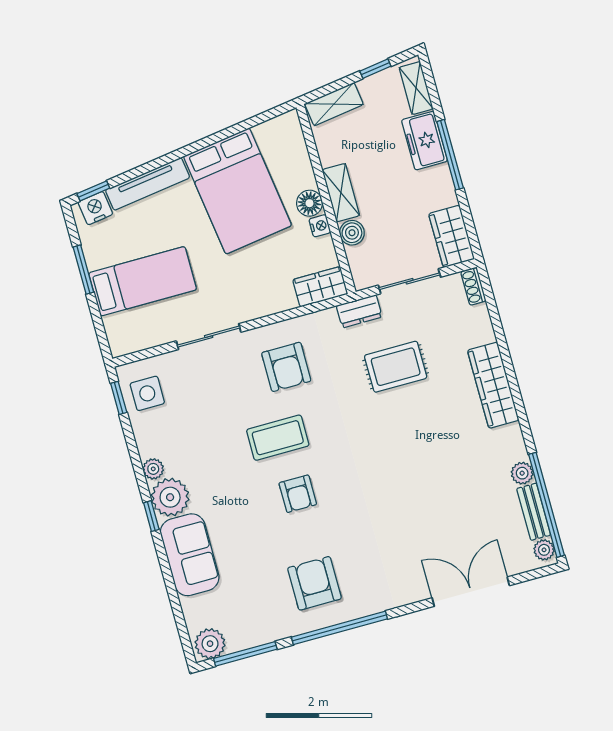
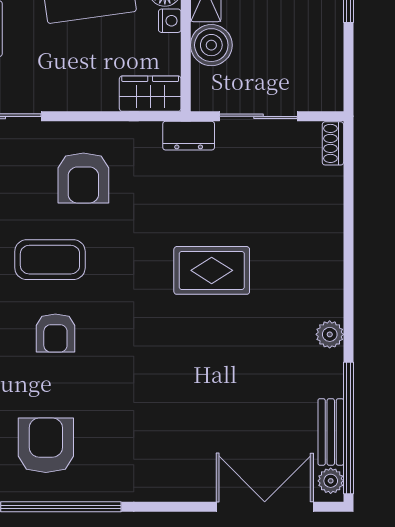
boiler: (352, 233) -> (211, 45), width x1.36, depth x1.36
wardrobe: (452, 236) -> (323, 77), removed
rug: (396, 367) -> (212, 270), moved
wardrobe: (493, 385) -> (324, 268), removed
plant: (522, 473) -> (330, 334), moved
double door: (471, 592) -> (265, 507), moved

